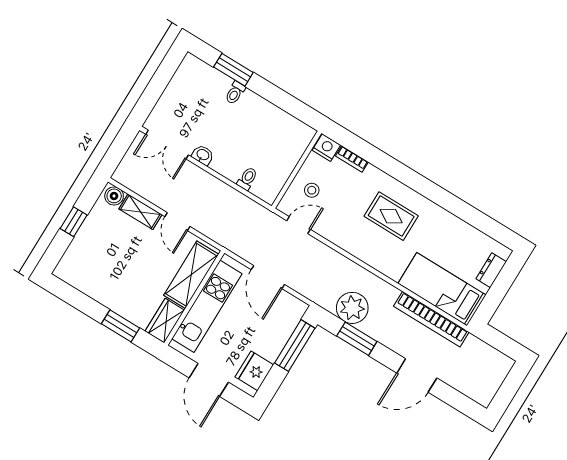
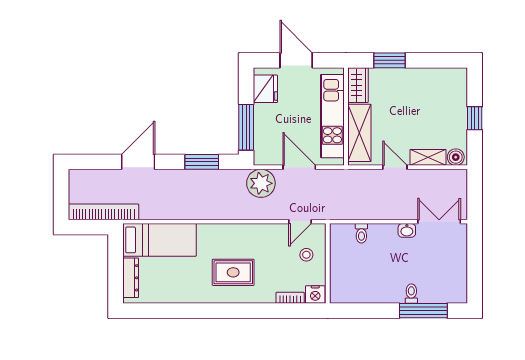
window: (233, 70) -> (423, 311), width x1.44
dresser: (491, 270) -> (131, 278), width x1.44
plant: (352, 308) -> (261, 183), moved
bookcase: (431, 319) -> (104, 212), moved

